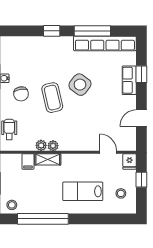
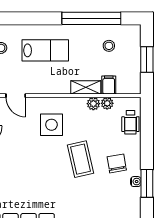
side table: (80, 85) -> (51, 125), moved, turned -37
plant: (53, 146) -> (107, 103), moved
stool: (12, 205) -> (109, 46), moved

